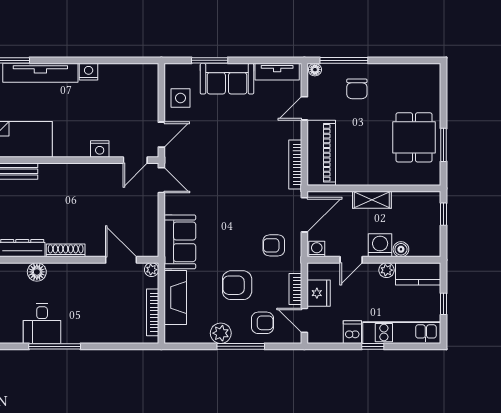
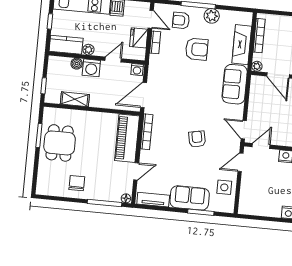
chair: (357, 89) -> (77, 183), moved
shelving: (372, 200) -> (75, 99), moved
armchair: (274, 245) -> (197, 139), moved, turned -101

